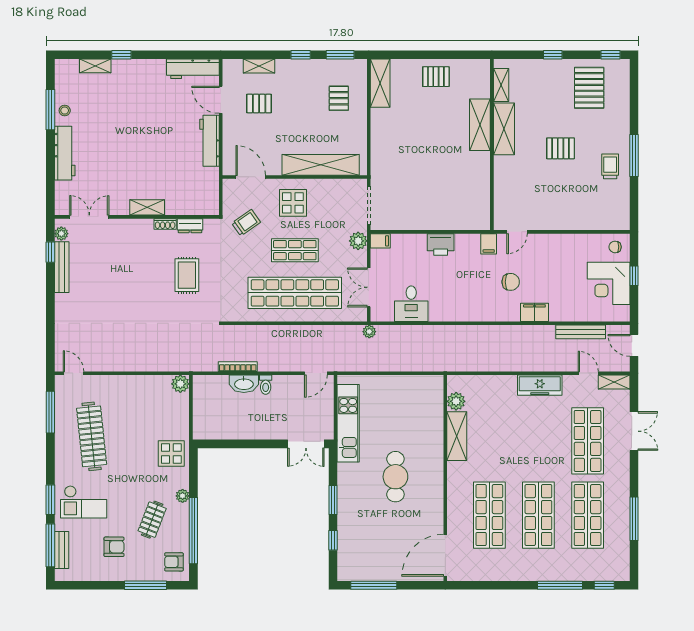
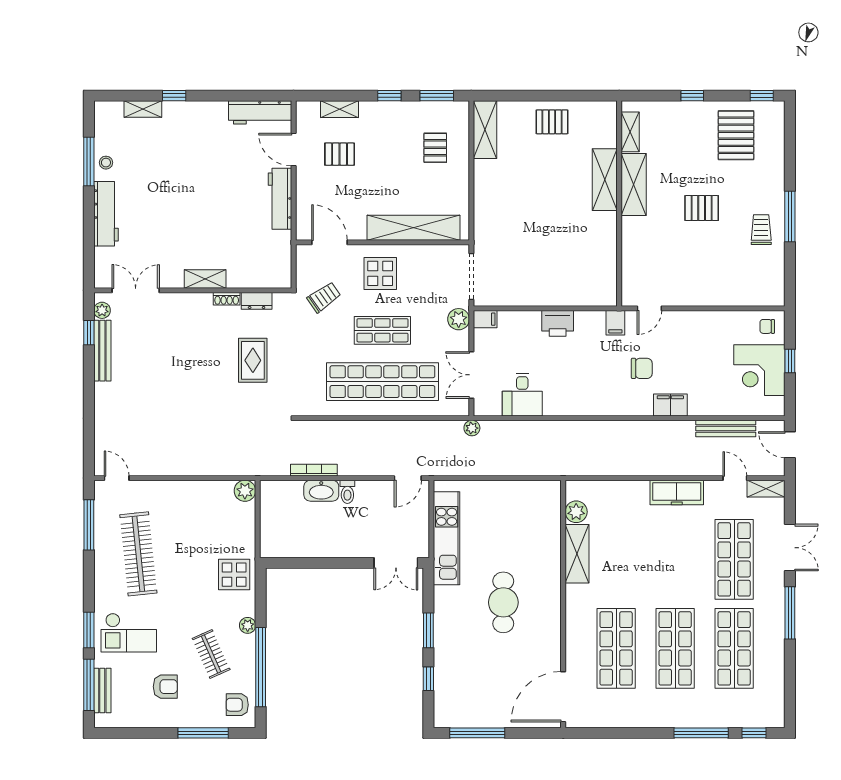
window: (634, 519) -> (790, 613), moved
clothes rail: (152, 520) -> (211, 654), turned -45

